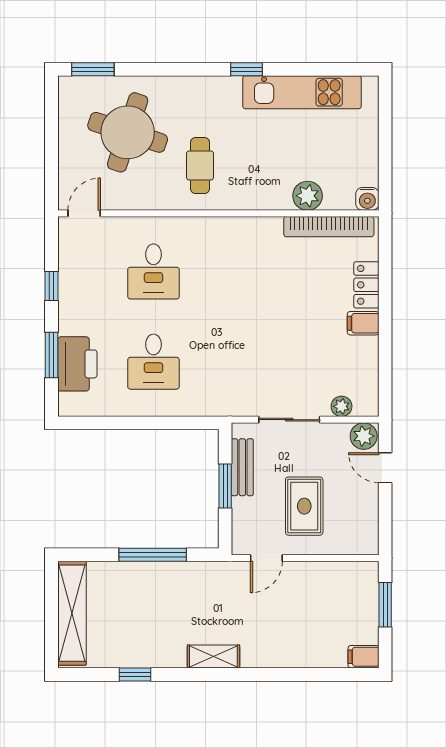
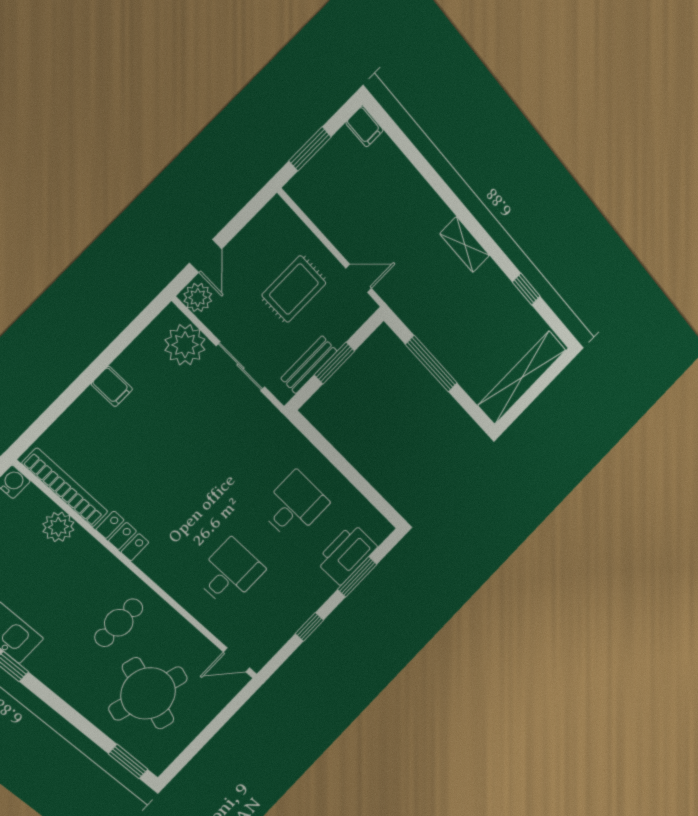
locker: (366, 285) -> (122, 536), moved, turned -90
plant: (341, 406) -> (185, 345), width x1.88, depth x1.88

